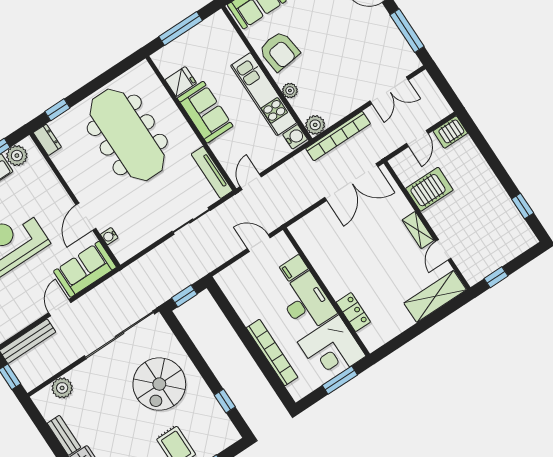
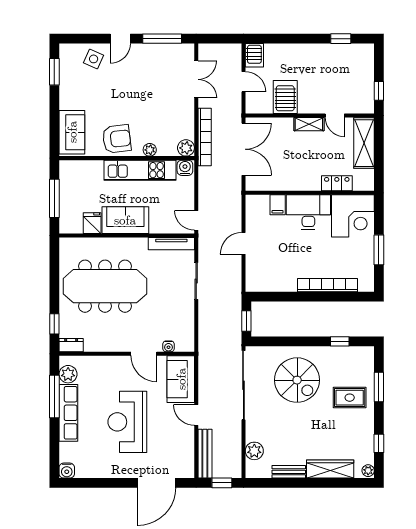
filing cabinet: (294, 268) -> (278, 205), moved
wall: (326, 292) -> (310, 193), moved
desk: (307, 303) -> (308, 212), moved
locker: (353, 312) -> (337, 183), moved
corner desk: (332, 349) -> (353, 216), moved

